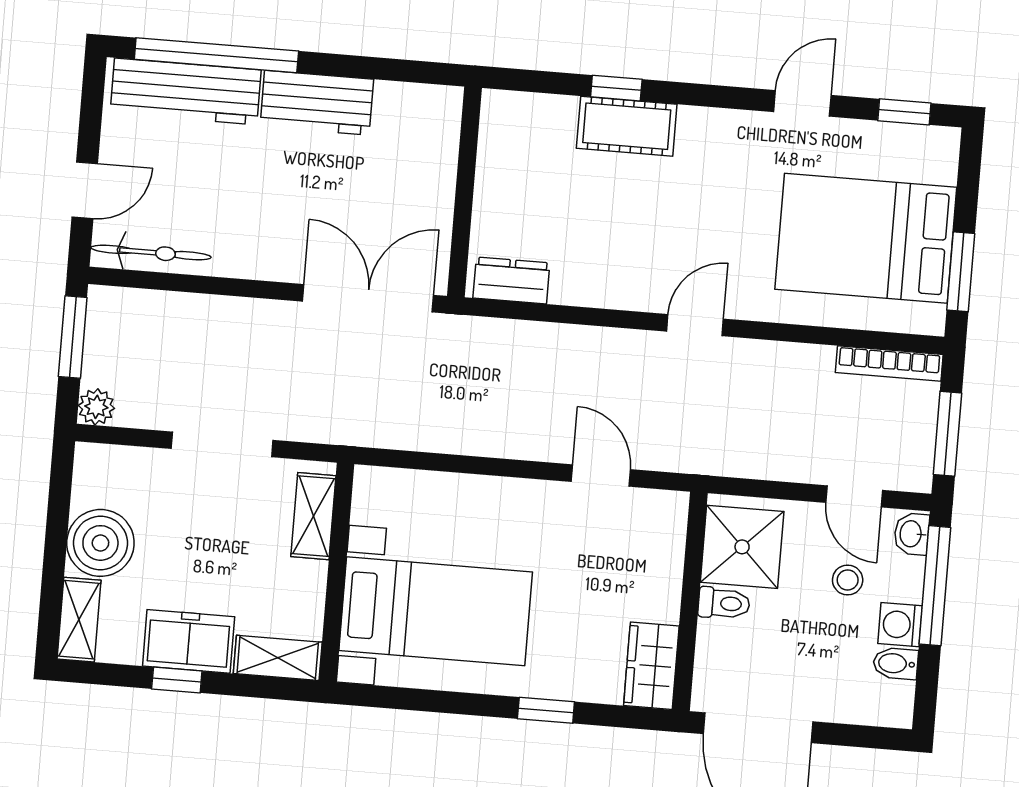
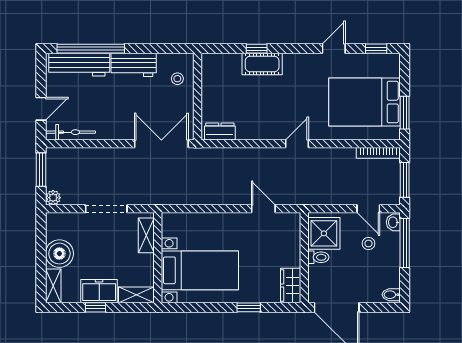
stool: (419, 145) -> (177, 79), added
washing machine: (900, 625) -> (392, 260), removed
bidet: (896, 663) -> (391, 295), moved

